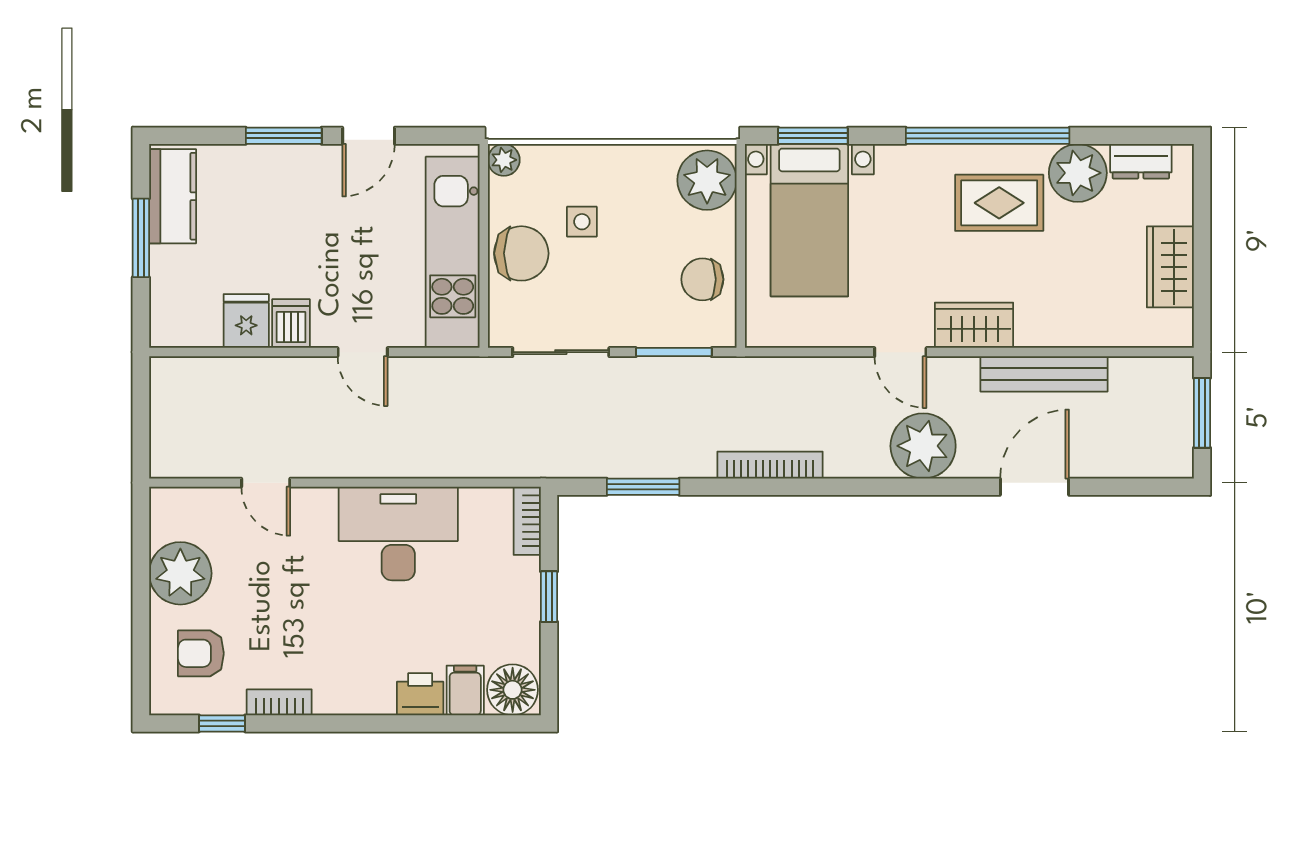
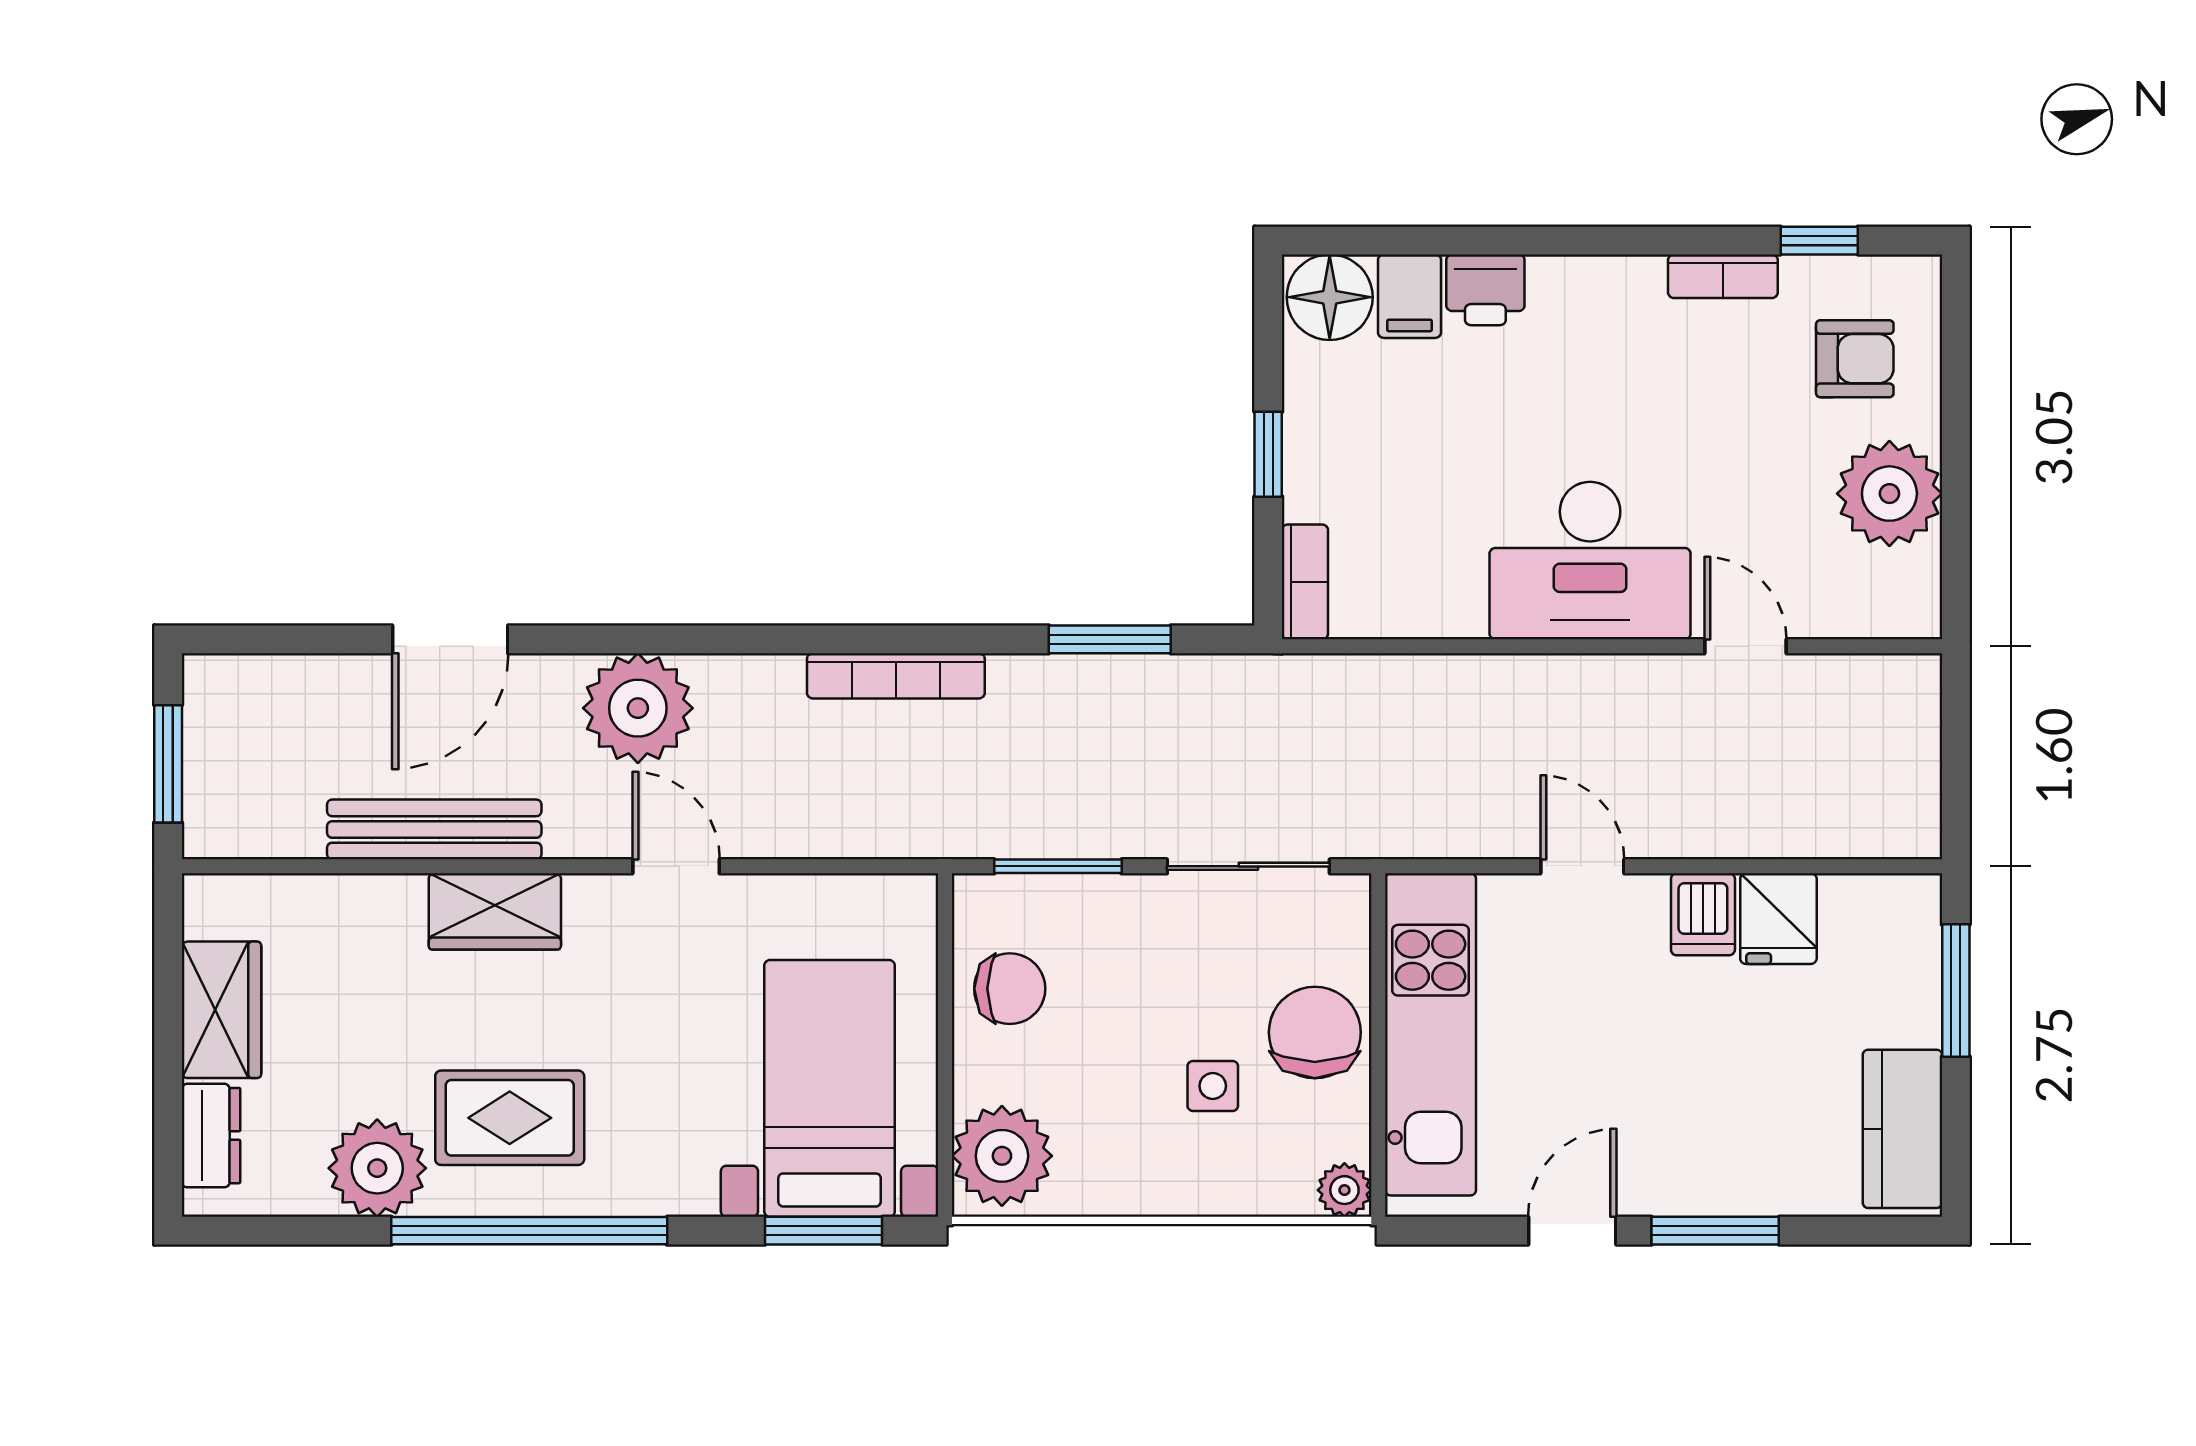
dresser: (1141, 161) -> (211, 1136), moved, turned 90
window: (141, 238) -> (1956, 991), moved
chair: (521, 253) -> (1315, 1032), turned 90
wardrobe: (974, 325) -> (495, 911), moved
desk: (398, 534) -> (1590, 561), moved

